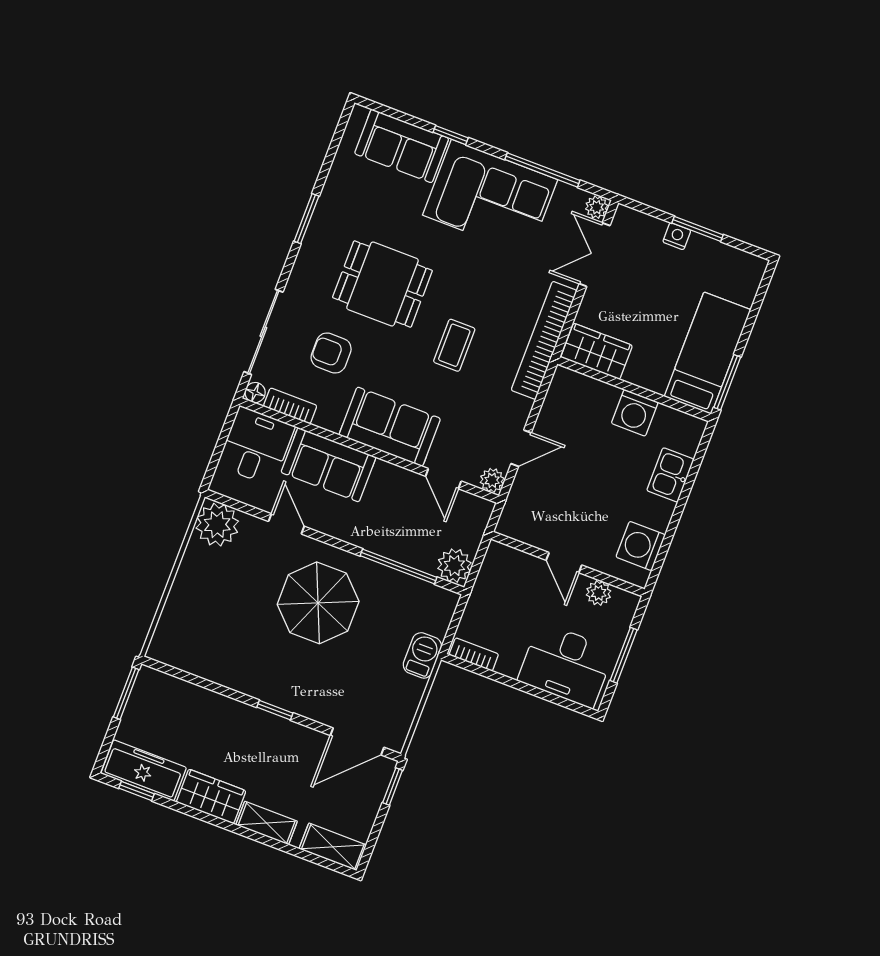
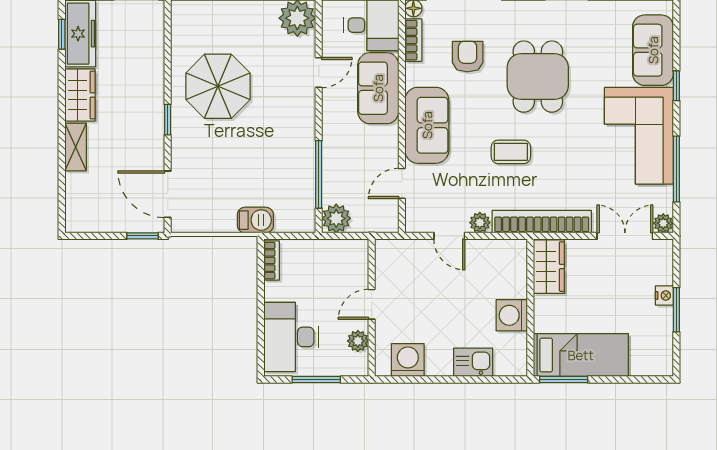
plant: (492, 480) -> (480, 223), moved
parasol: (318, 603) -> (218, 86), moved
shelving: (333, 847) -> (77, 207), removed

